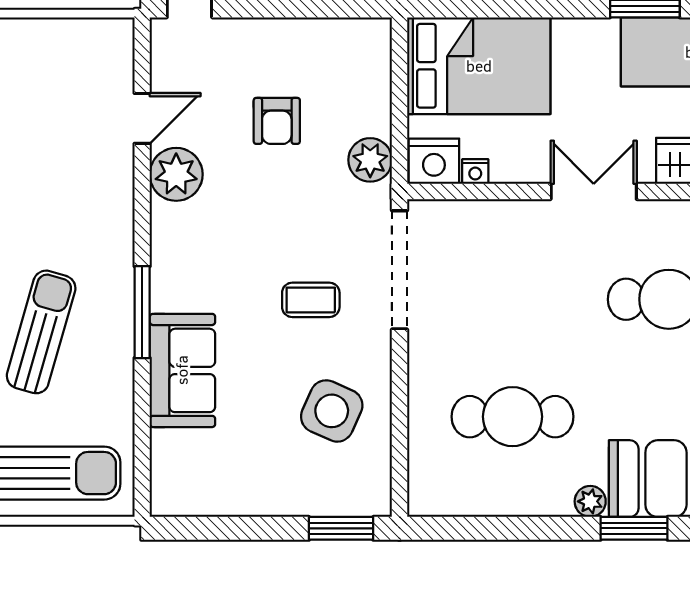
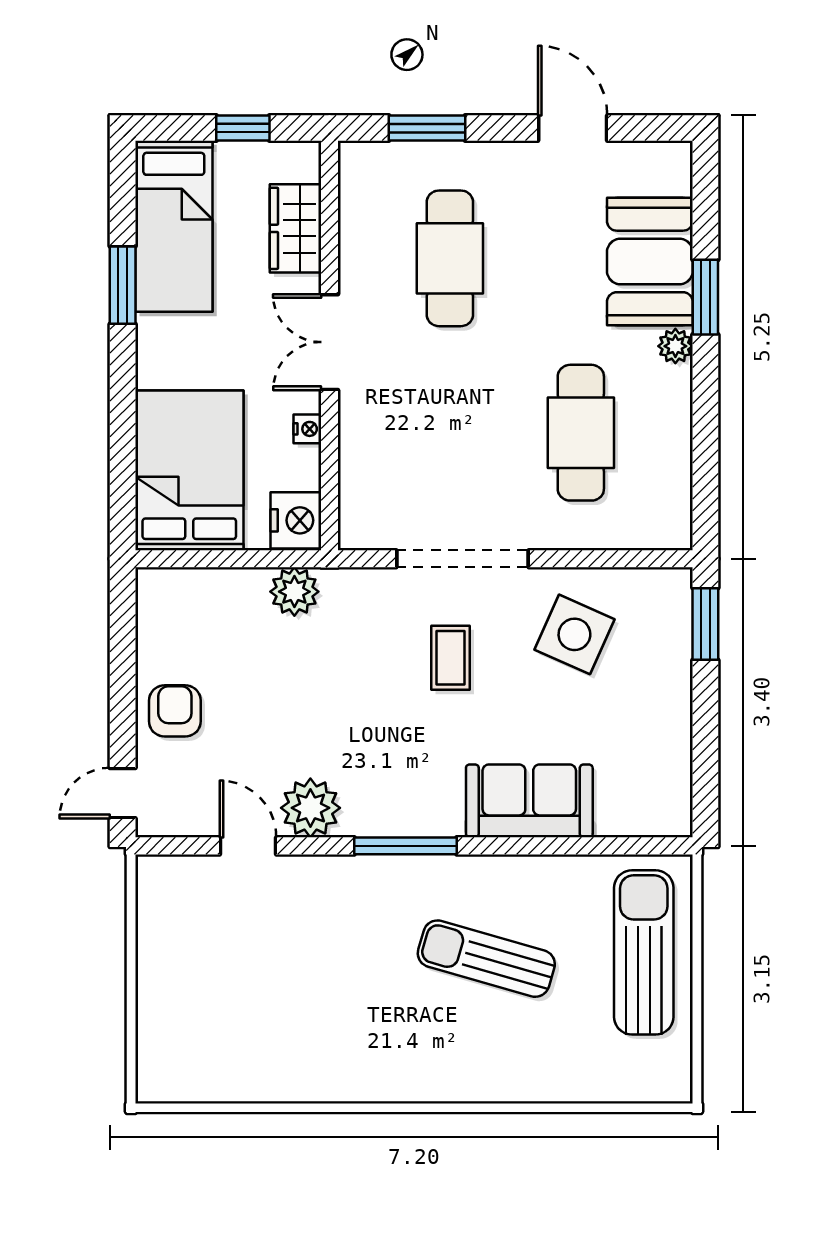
armchair: (277, 121) -> (175, 711), moved, turned -90
nightstand: (475, 172) -> (307, 429), moved
doorway: (399, 270) -> (462, 559), moved
window: (142, 312) -> (406, 846), moved

